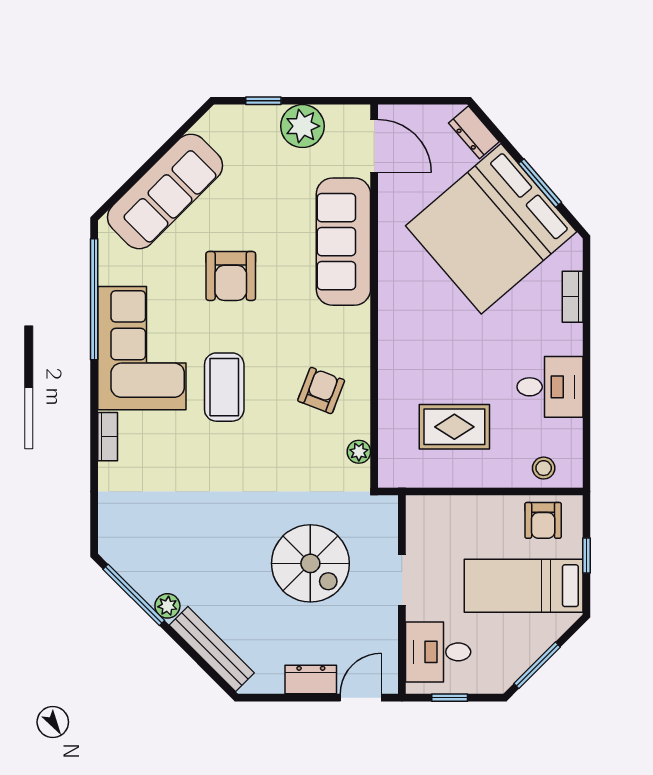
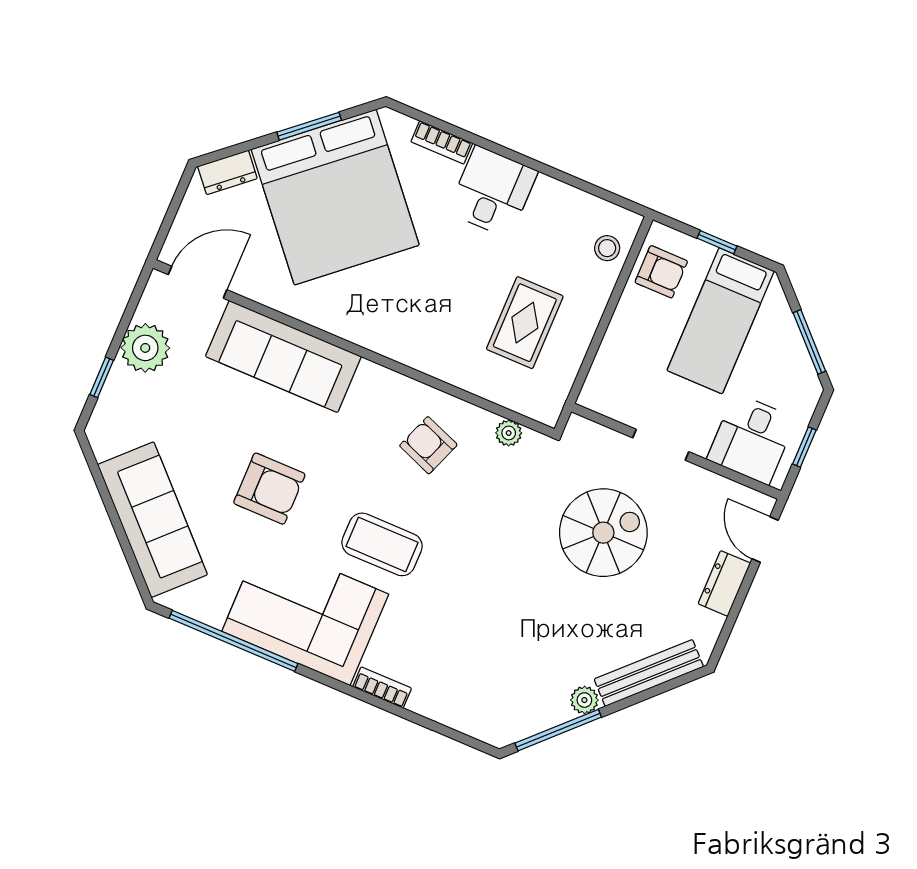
desk: (550, 387) -> (493, 192), moved

